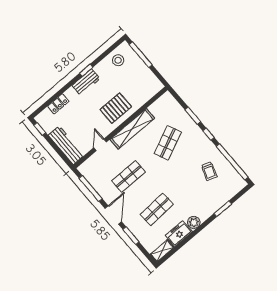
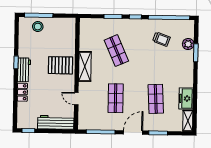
stool: (118, 60) -> (38, 27), moved
locker: (58, 104) -> (22, 92), moved
pallet: (116, 108) -> (60, 65), turned 90
shelving: (132, 129) -> (85, 66), width x0.68
door: (113, 215) -> (133, 132), hinge flipped
plant: (194, 222) -> (188, 44), moved

